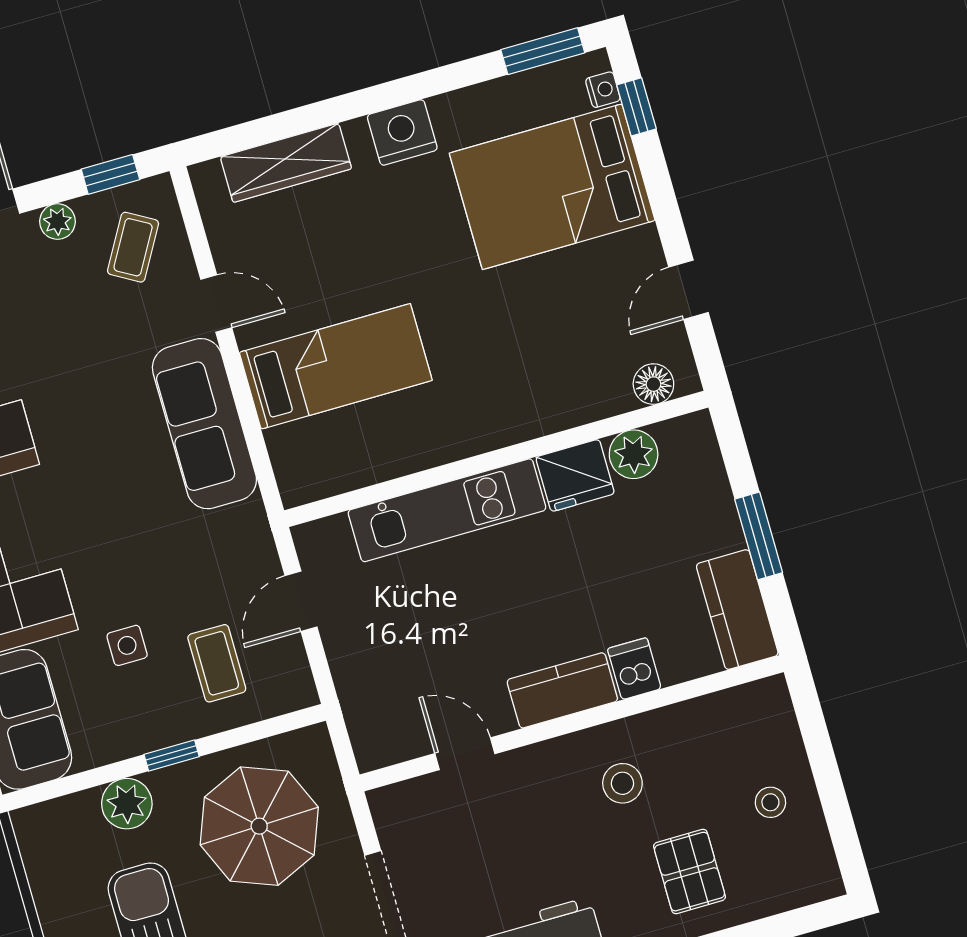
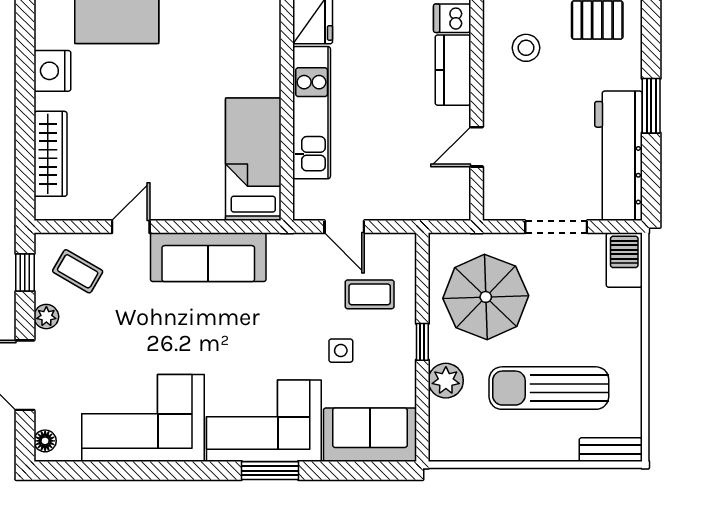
bed: (336, 366) -> (253, 159), moved

